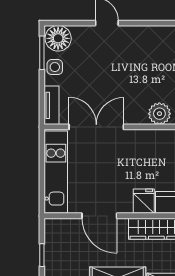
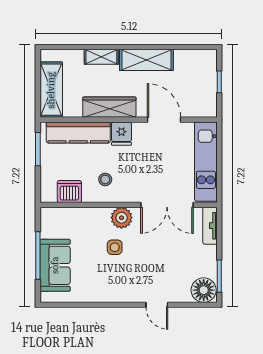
side table: (55, 67) -> (115, 247), moved
plant: (159, 114) -> (122, 218), moved
stool: (161, 153) -> (105, 179), added

